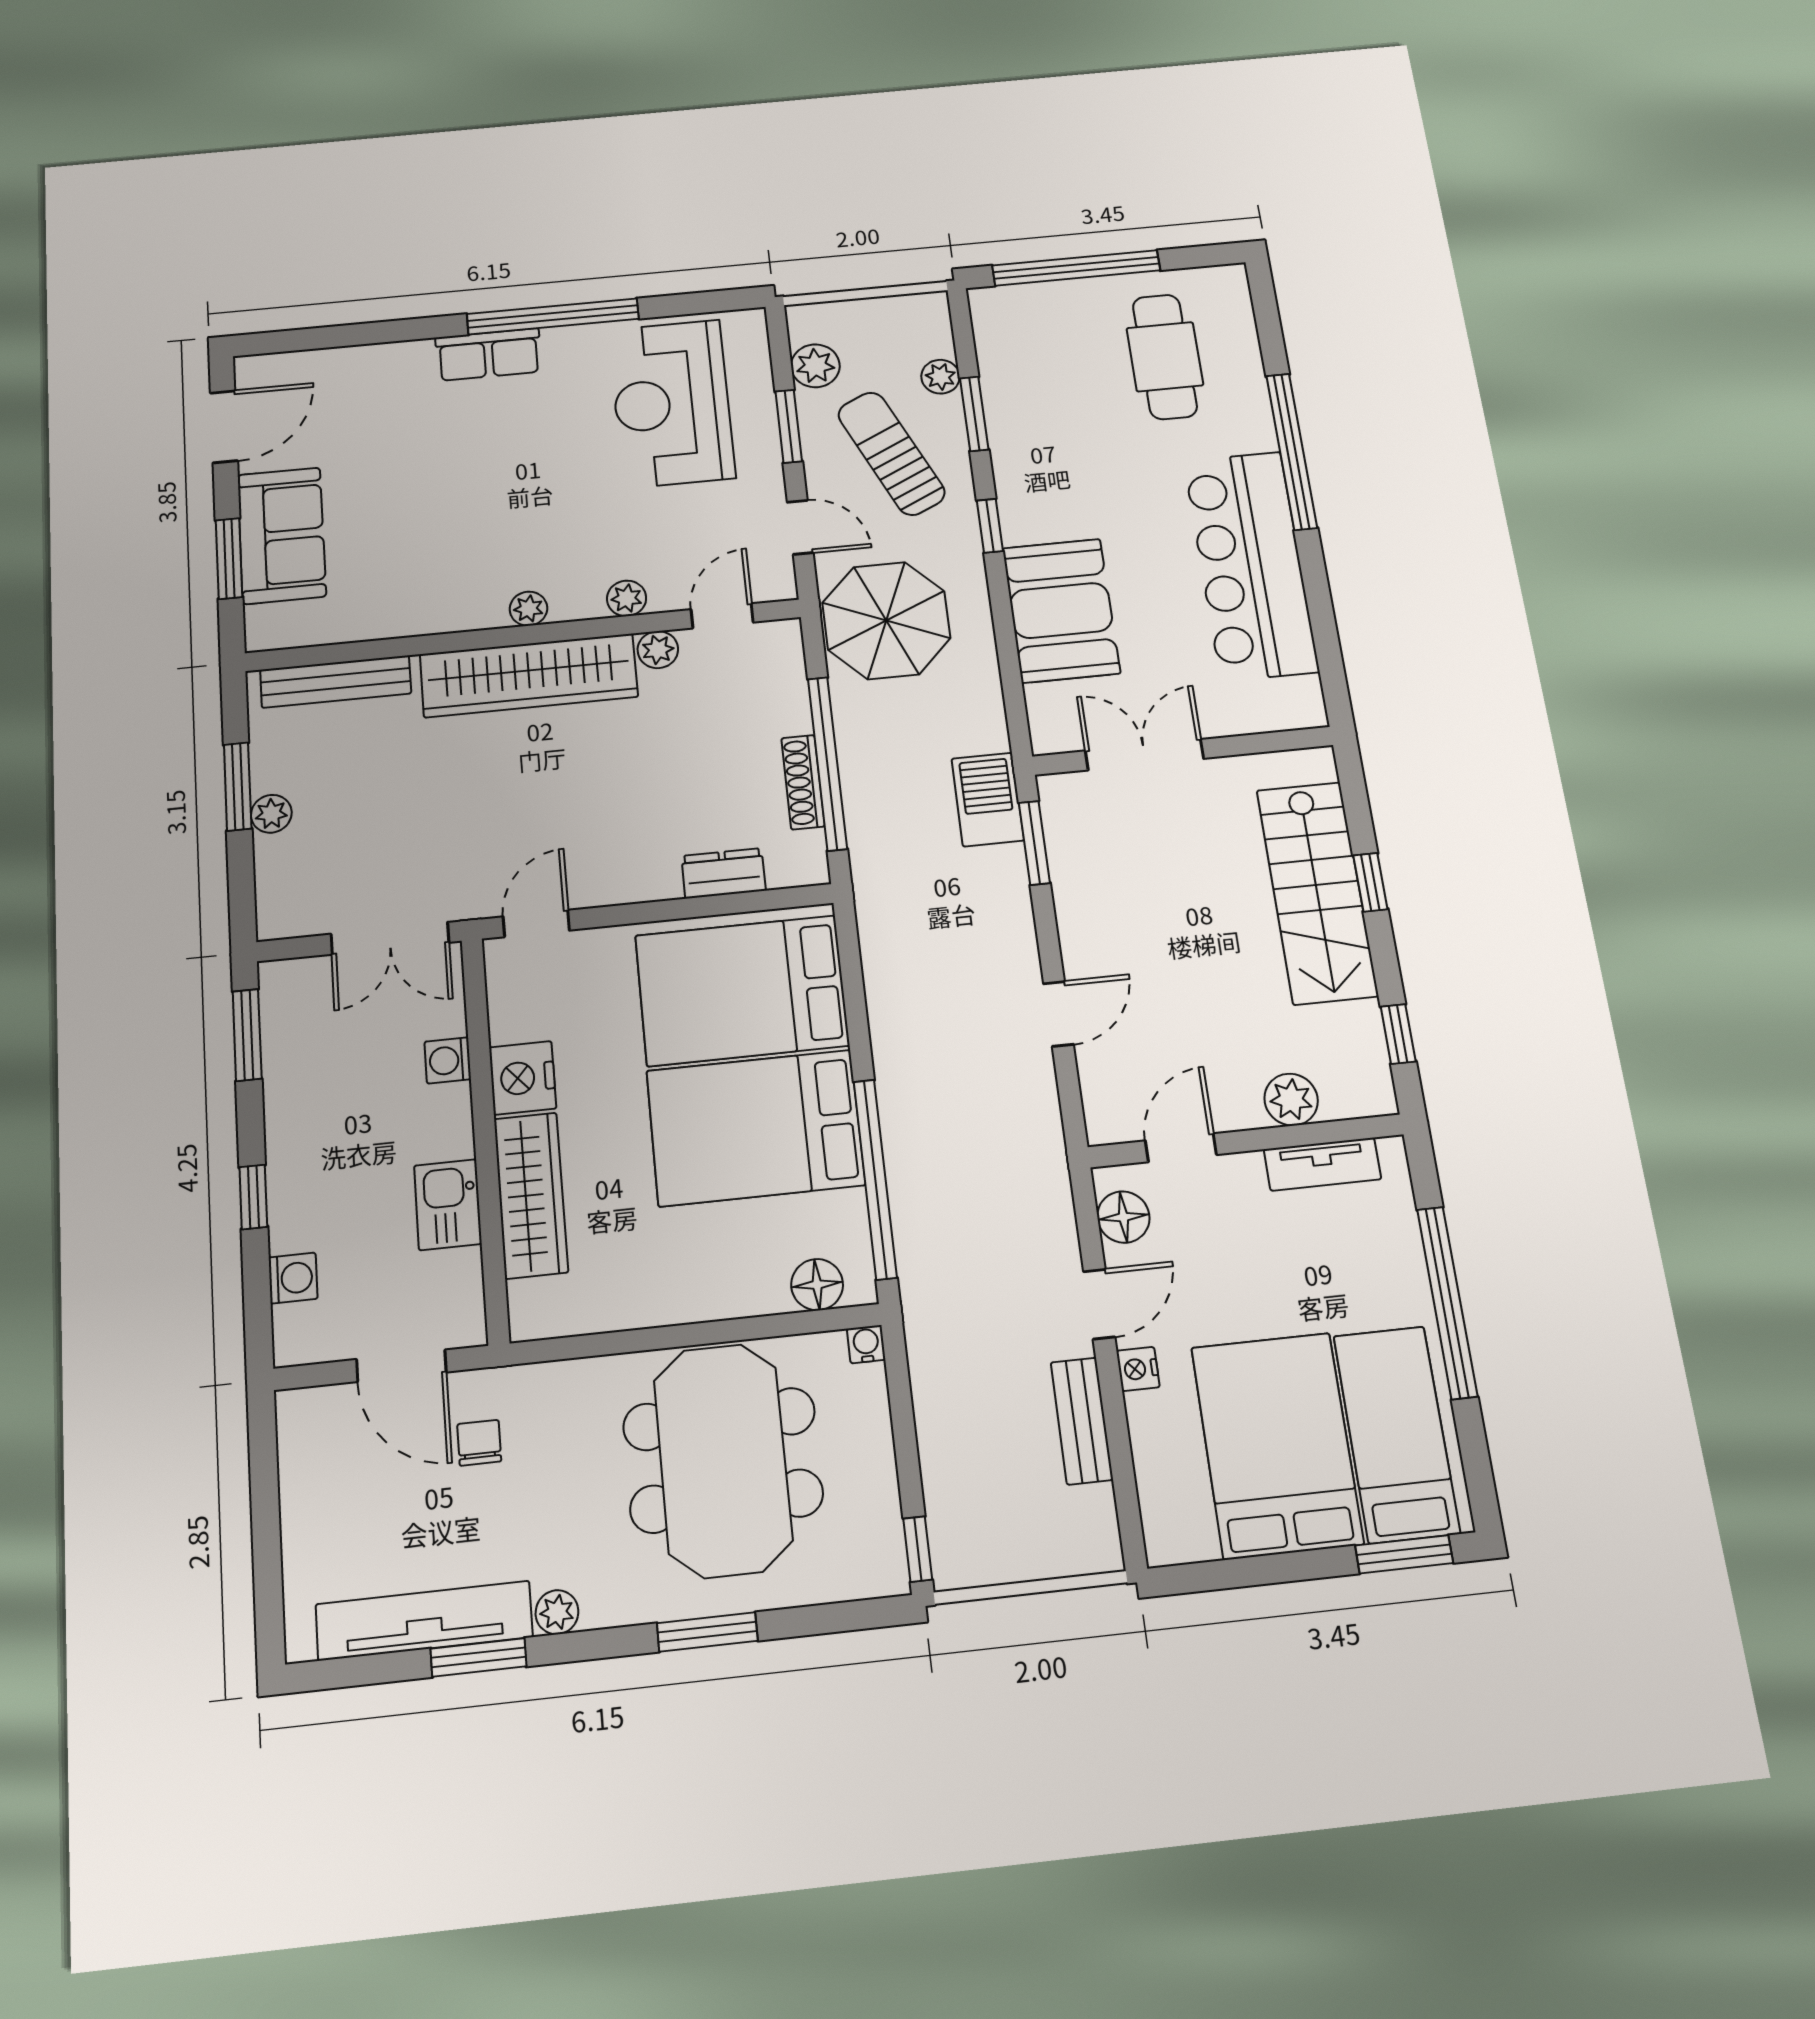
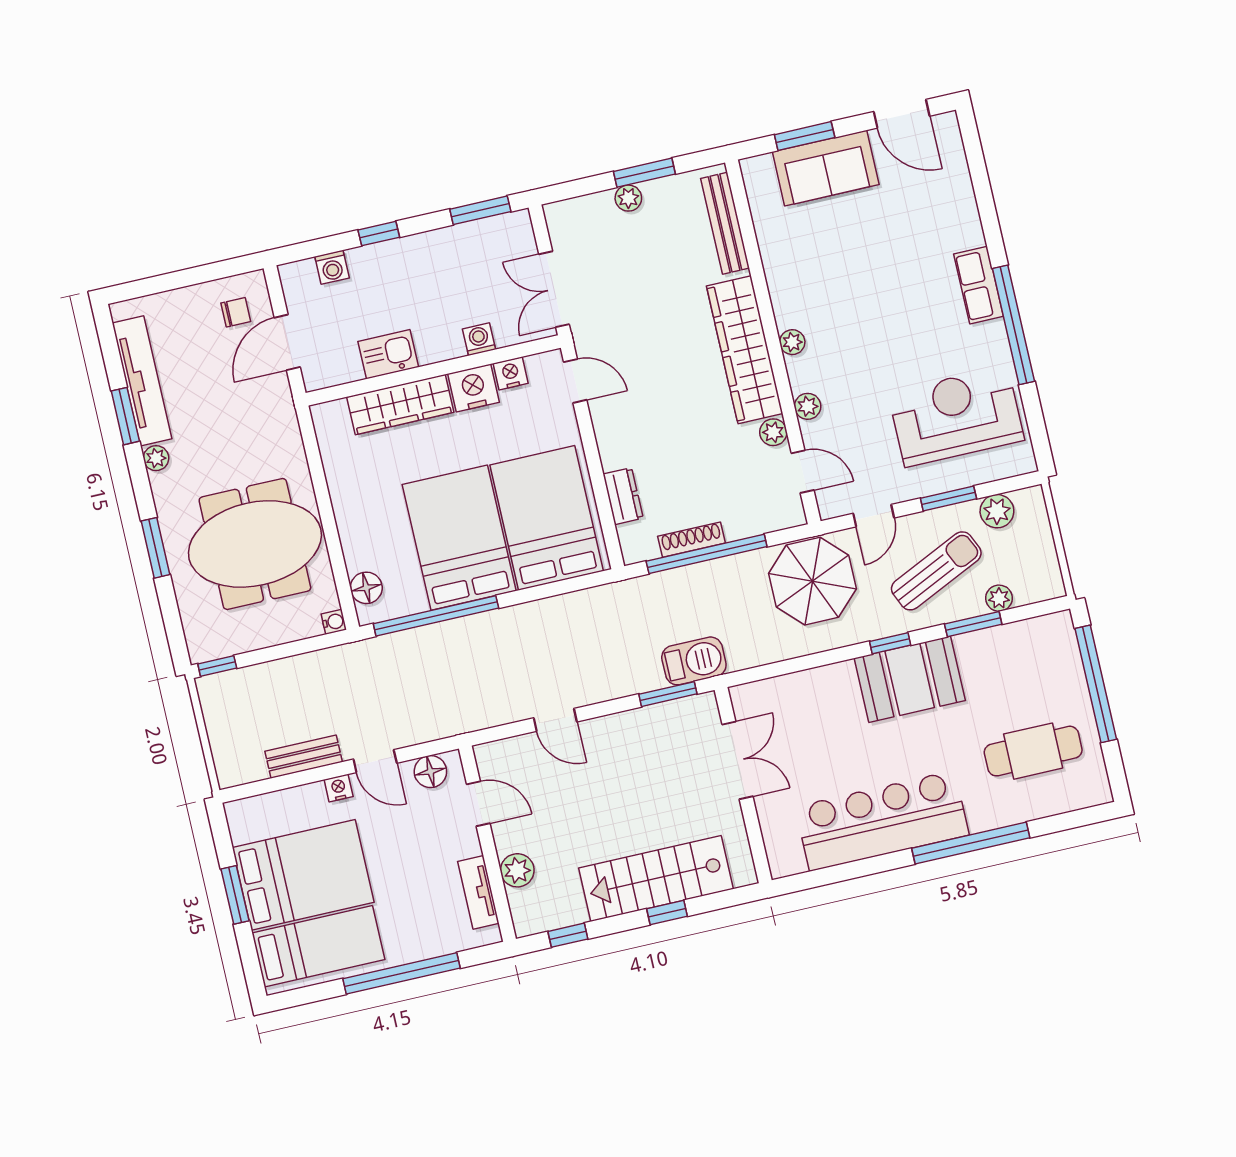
booth: (1061, 610) -> (910, 679), moved
nightstand: (509, 1019) -> (511, 373), added
chair: (479, 1443) -> (236, 312), moved
window: (1404, 1554) -> (235, 895), moved

